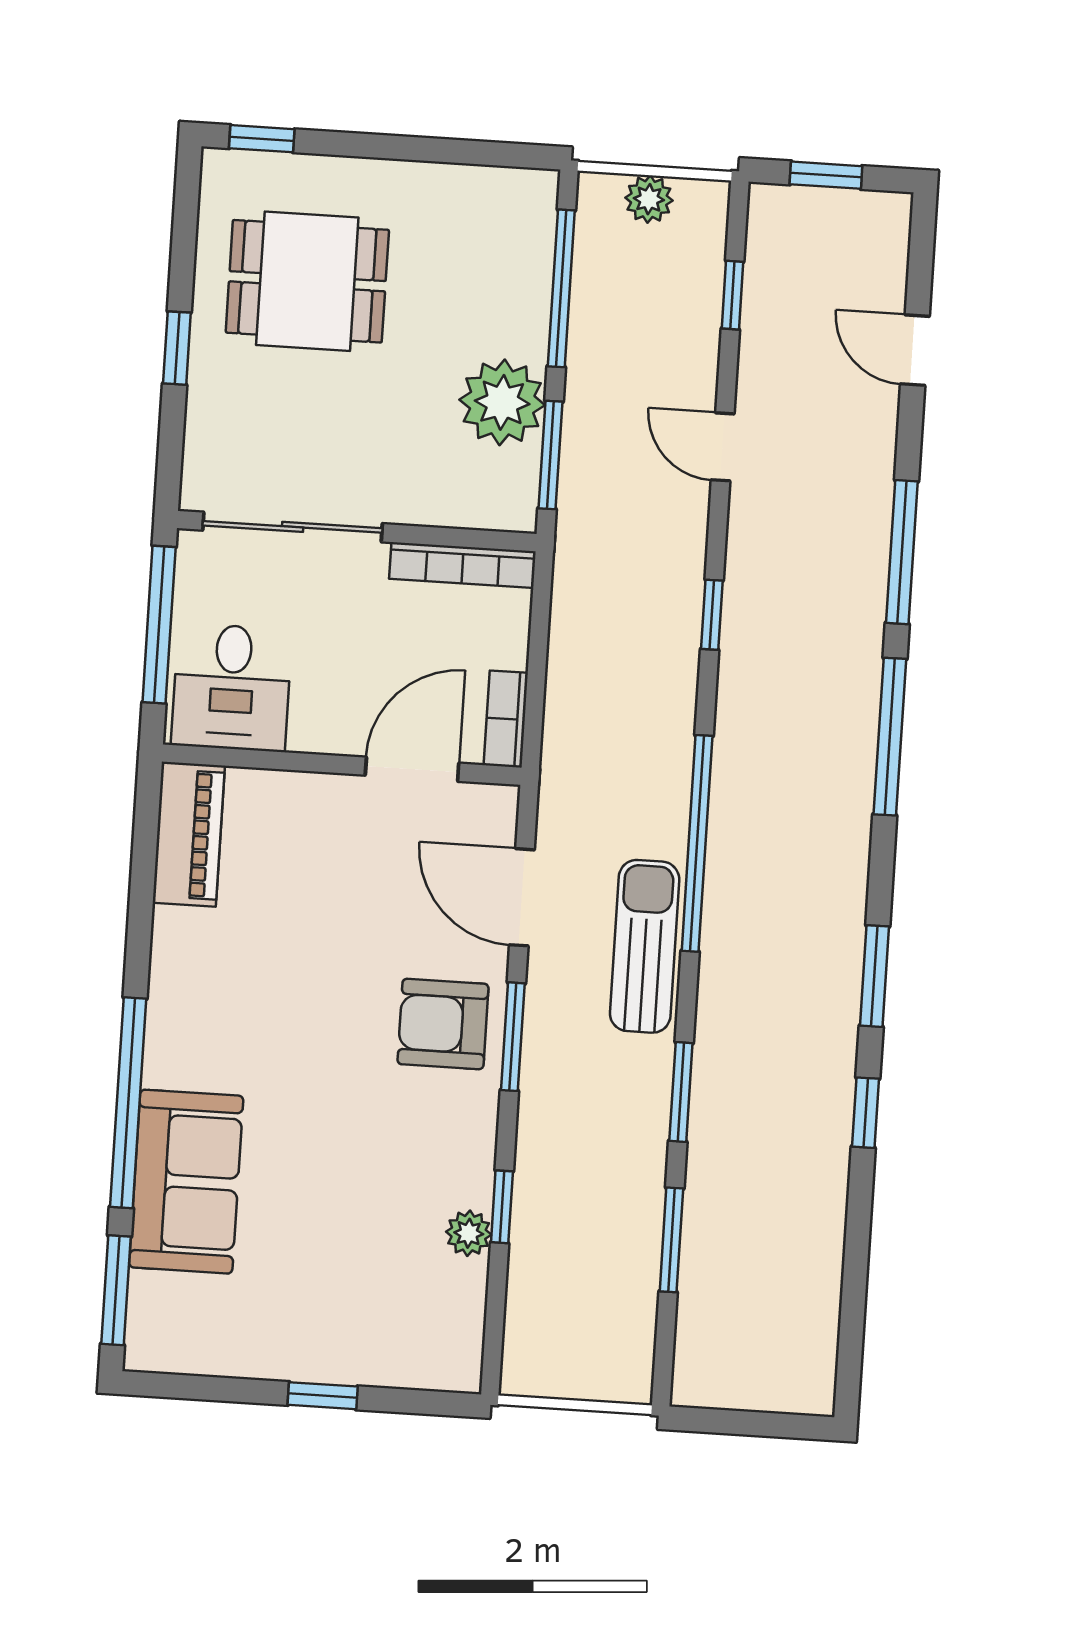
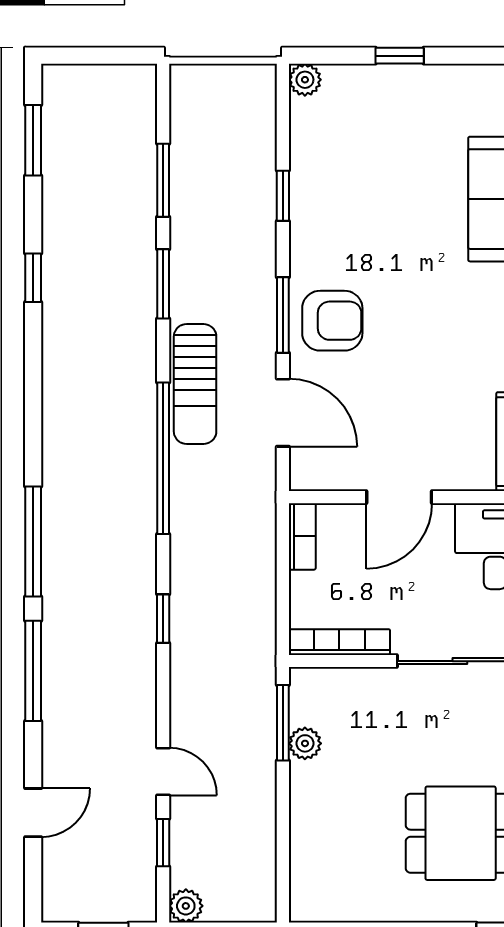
plant: (649, 199) -> (186, 906), moved
window: (561, 288) -> (283, 840), removed
door: (915, 350) -> (33, 813), hinge flipped
plant: (502, 402) -> (305, 743), width x0.53, depth x0.53
door: (723, 447) -> (163, 771), moved
door: (412, 769) -> (399, 497), moved
window: (874, 976) -> (33, 140), moved
plant: (469, 1233) -> (305, 80), moved

